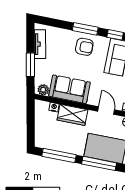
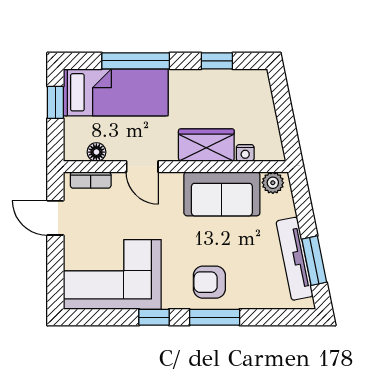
tv unit: (40, 44) -> (294, 259), width x1.41
window: (30, 65) -> (314, 261), moved
window: (59, 155) -> (217, 61), width x0.46

